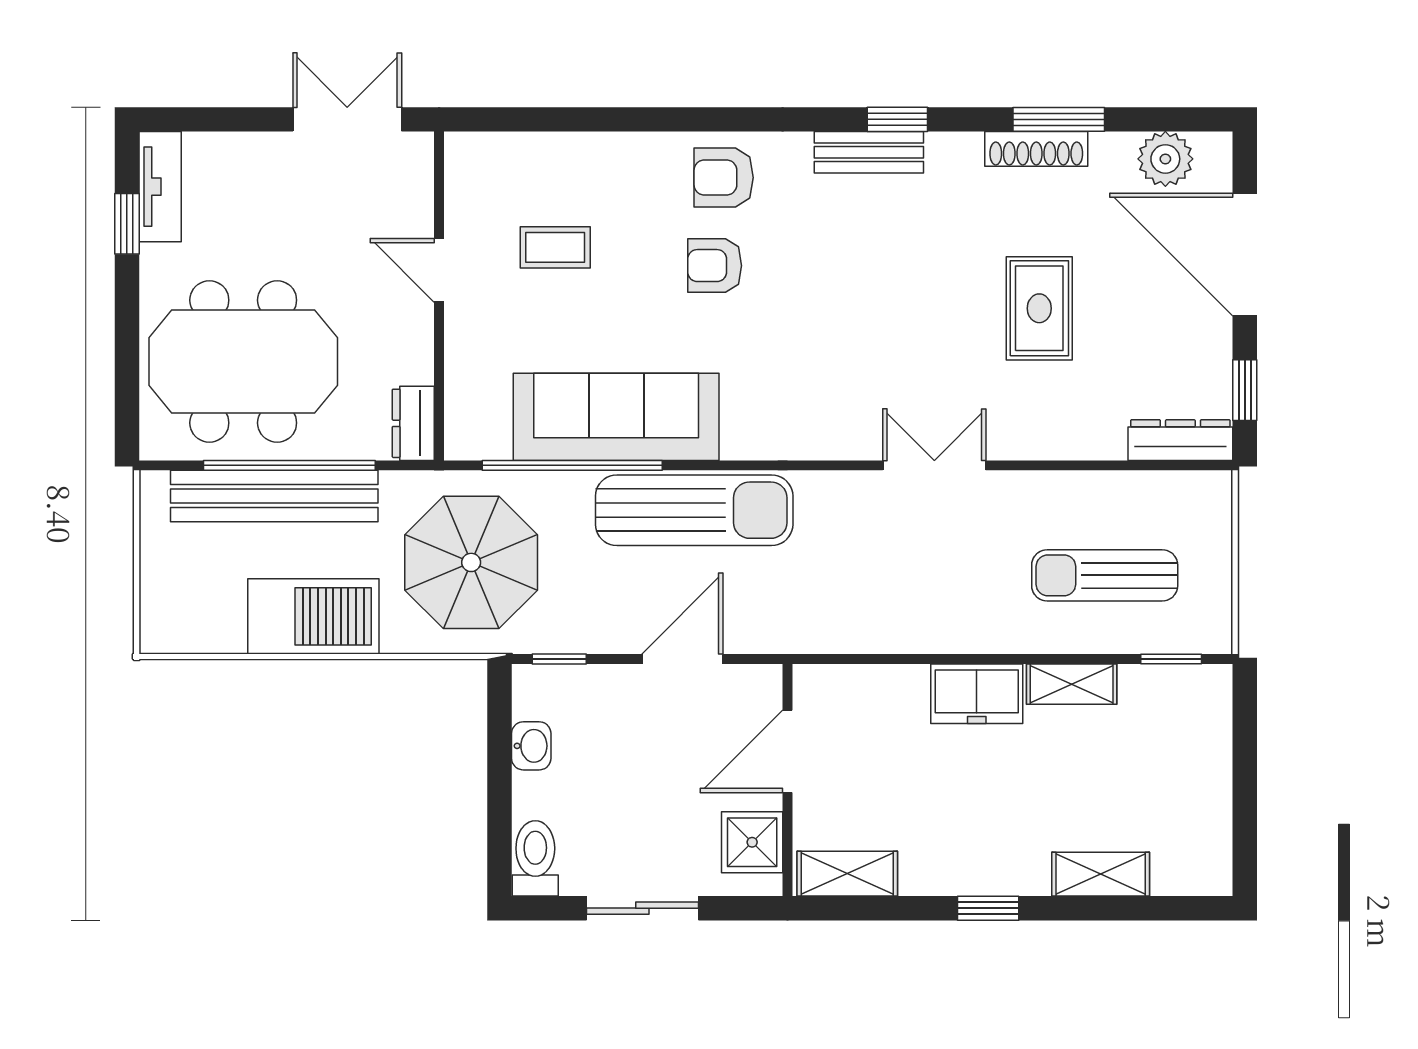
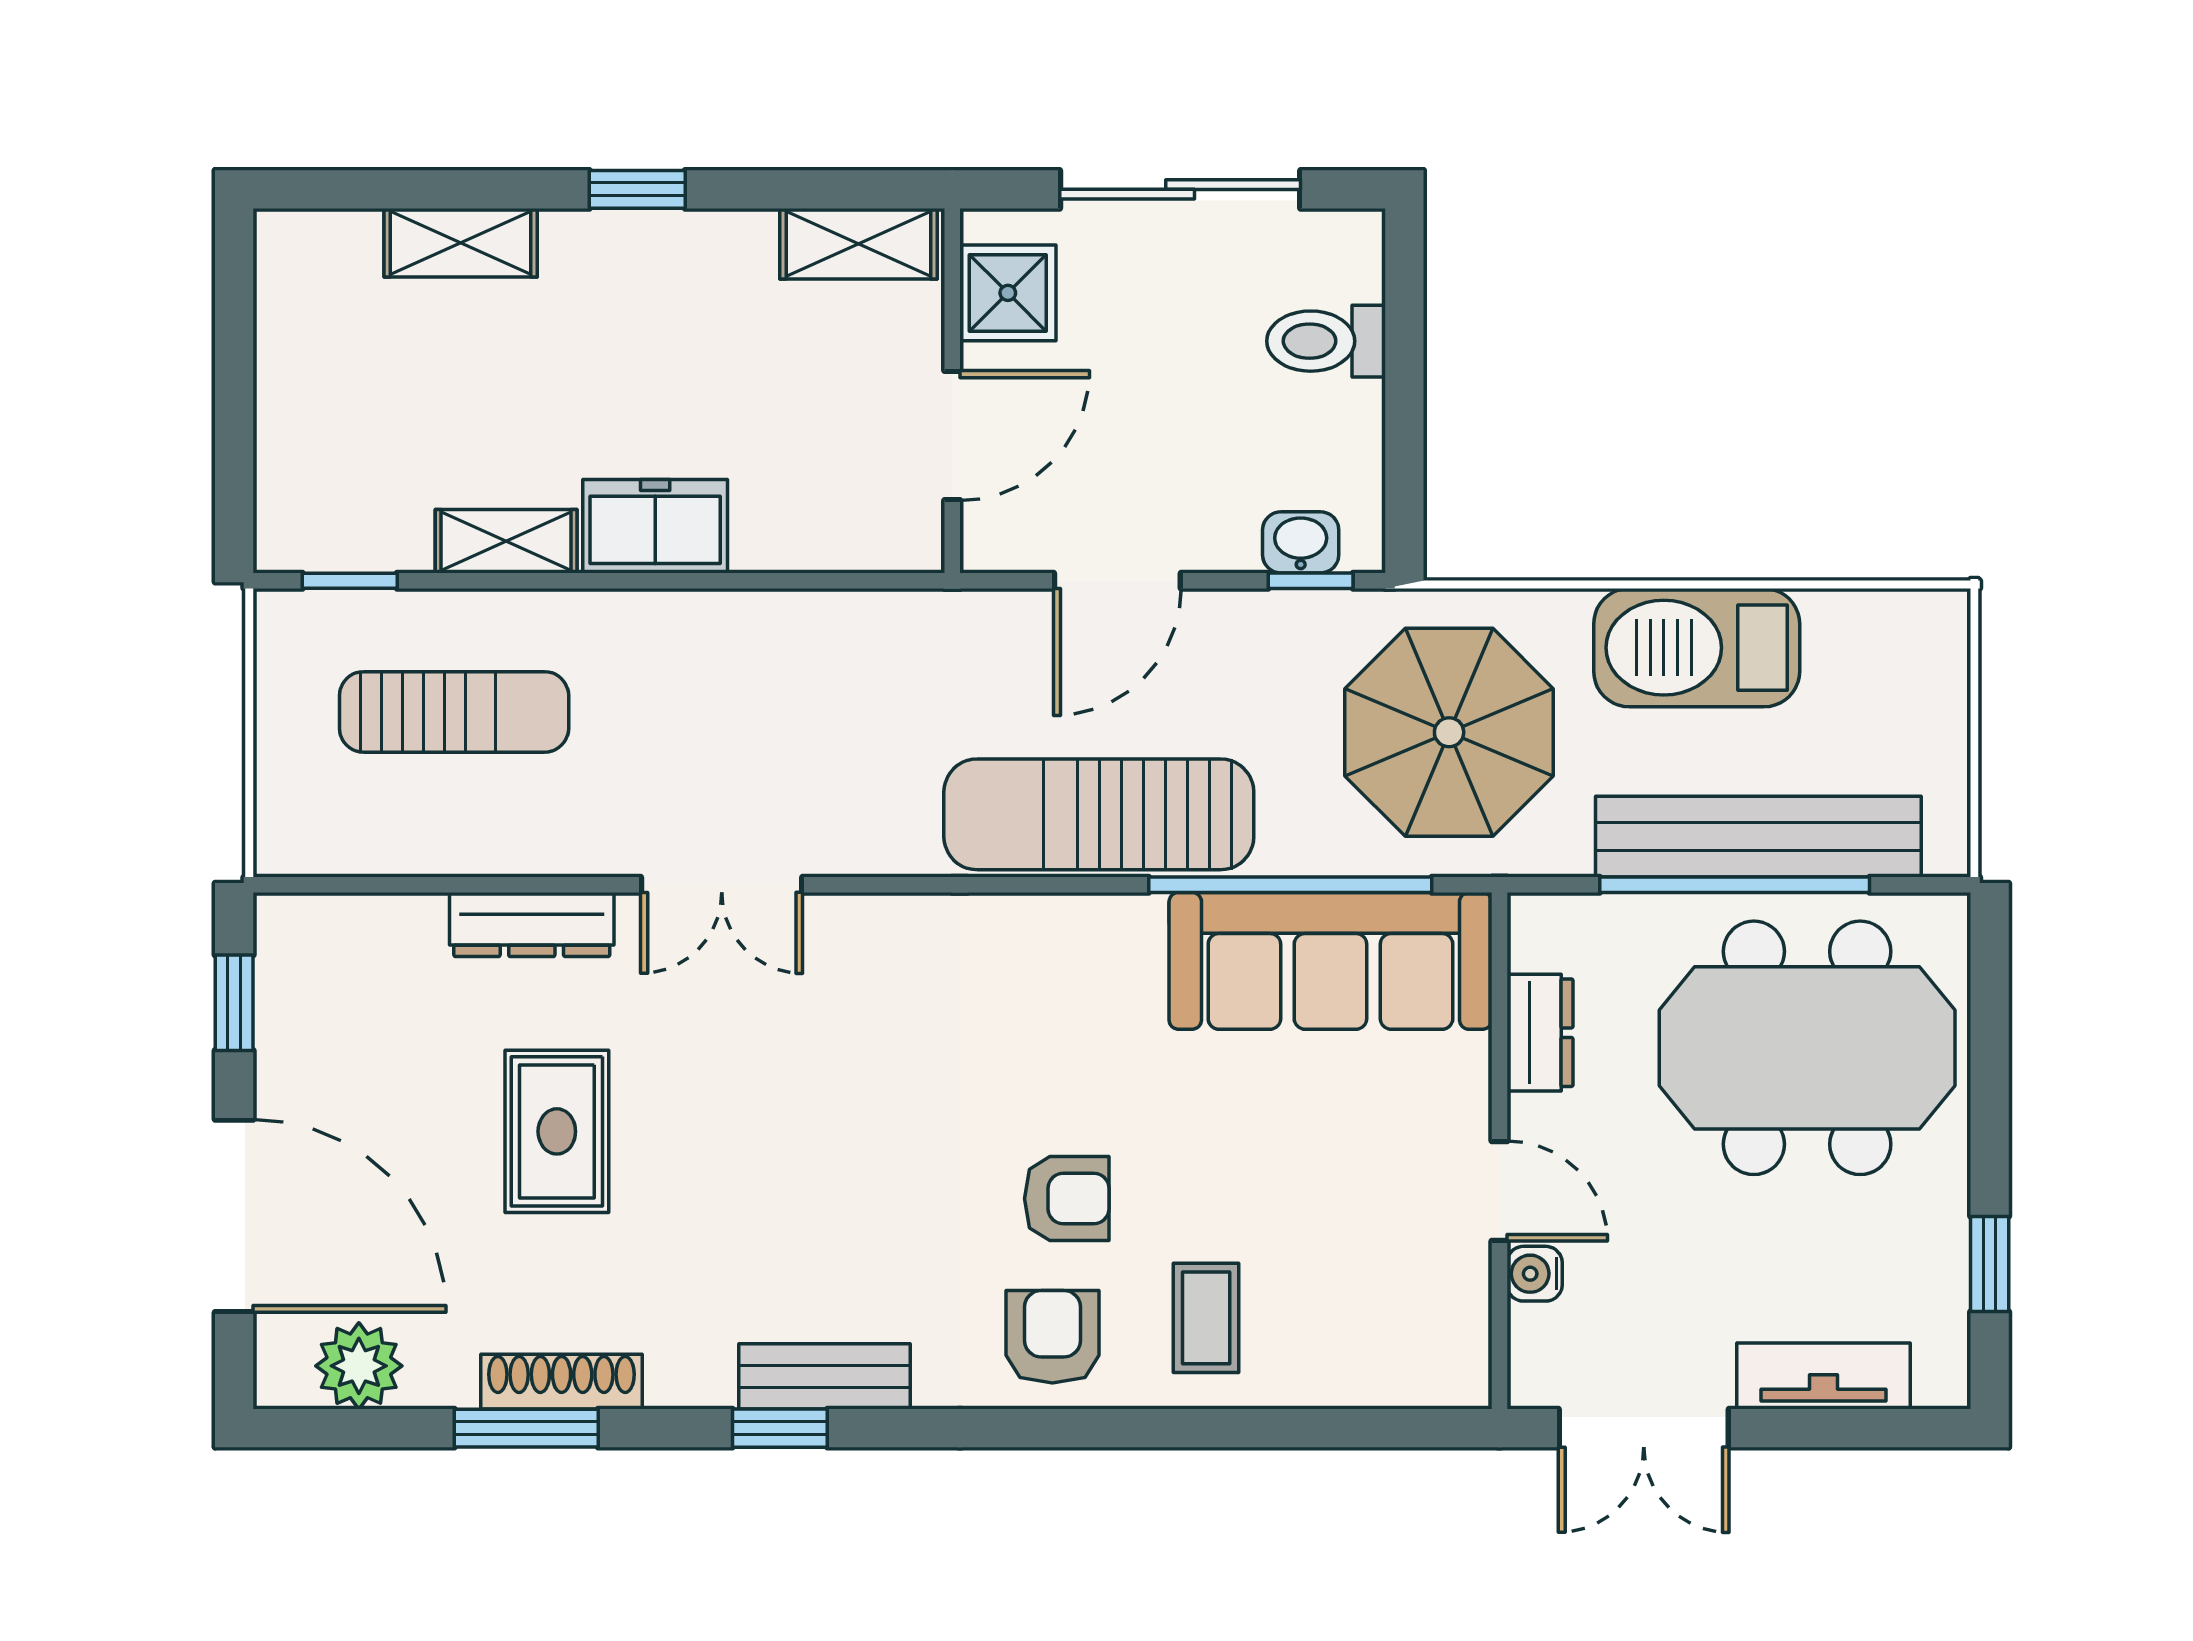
armchair: (724, 178) -> (1052, 1337), turned -90
tv unit: (160, 187) -> (1823, 1376), moved, turned 90
water cooler: (417, 218) -> (1535, 1274), added
coffee table: (555, 247) -> (1206, 1318), moved, turned 90
sofa: (616, 417) -> (1330, 961), moved
dresser: (413, 423) -> (1540, 1033), moved
dresser: (1180, 440) -> (532, 924), moved
washbasin: (531, 746) -> (1301, 542), moved, turned 90
toilet: (535, 858) -> (1326, 341), moved, turned 90
sliding door: (642, 908) -> (1180, 189), width x1.37

